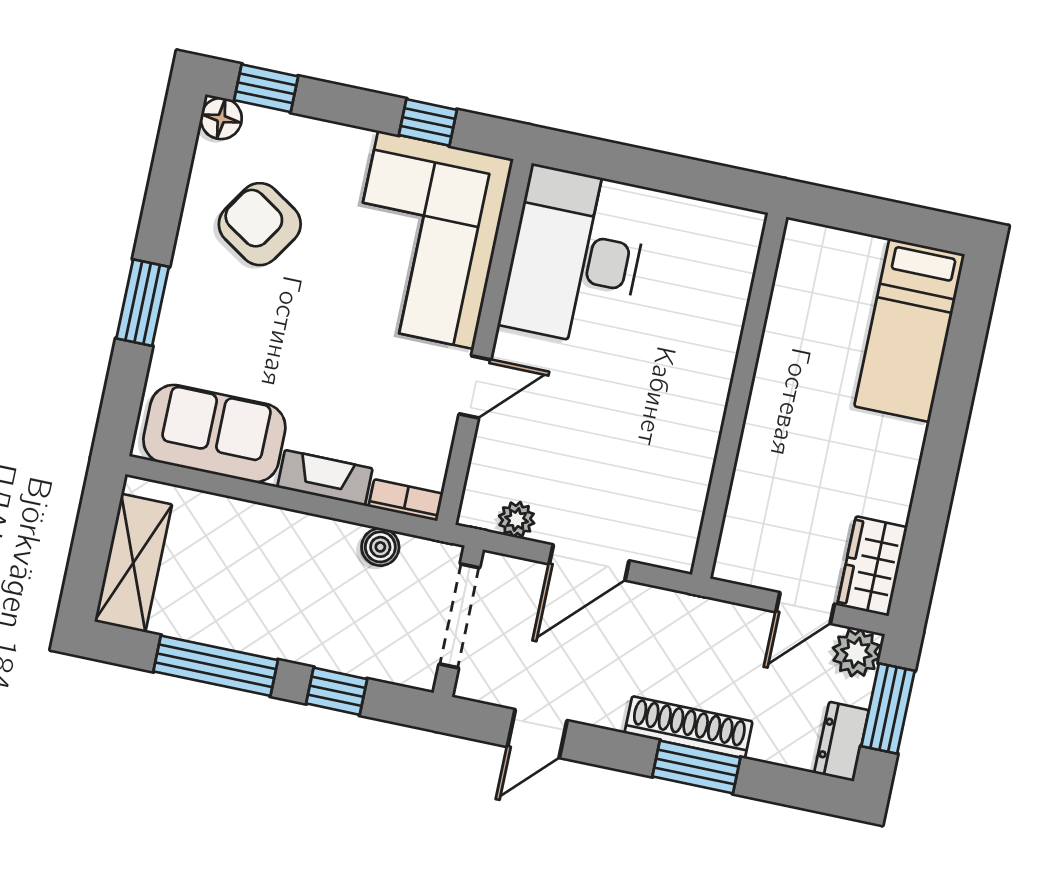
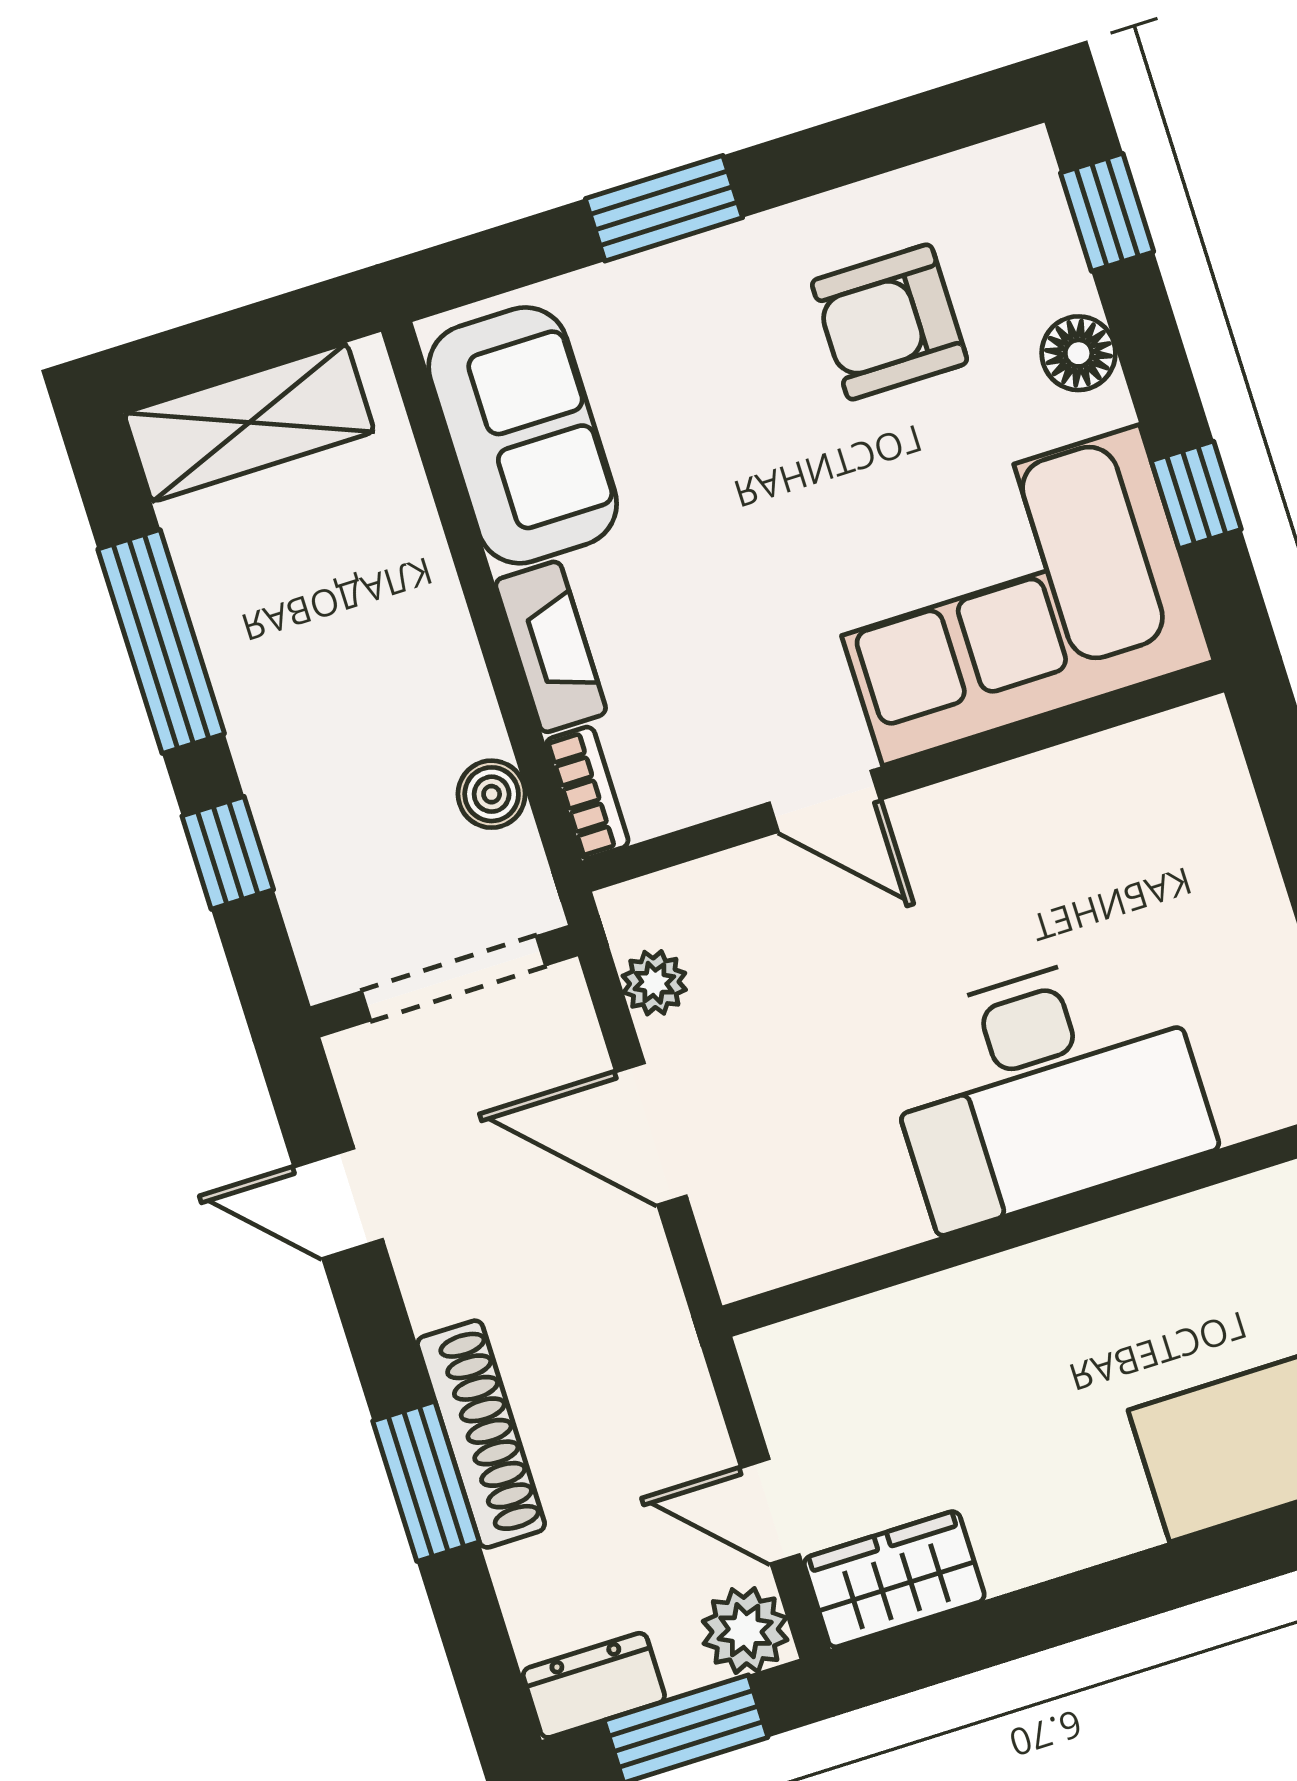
floor lamp: (221, 119) -> (1079, 353), moved
armchair: (260, 224) -> (890, 322), turned -123
desk: (575, 257) -> (1046, 1087), moved, turned 180

